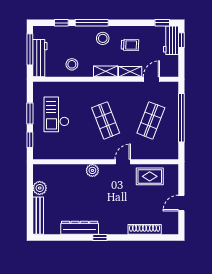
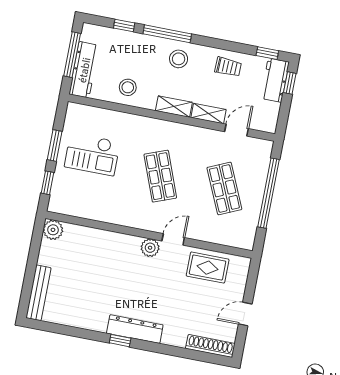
trolley: (130, 45) -> (228, 67), moved
checkout: (56, 114) -> (92, 154), turned -90
shop shelf: (151, 120) -> (224, 188), turned -45
plant: (92, 170) -> (150, 248), moved
plant: (40, 188) -> (53, 230), moved
dresser: (80, 228) -> (135, 329), moved
shoe rack: (145, 229) -> (210, 346), moved

